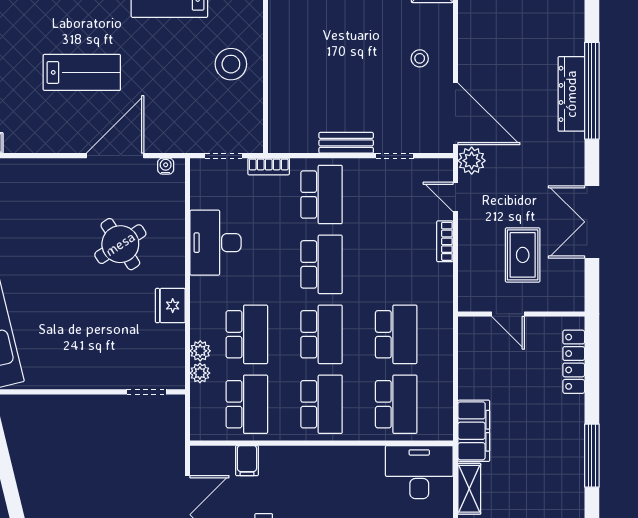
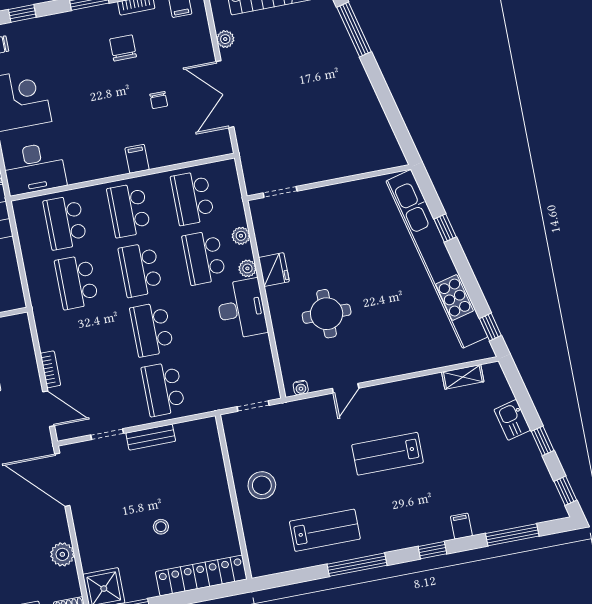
stool: (420, 58) -> (161, 527), moved
door: (115, 156) -> (346, 388), width x0.53
plant: (472, 161) -> (62, 554), moved
bookcase: (269, 166) -> (213, 404), removed
door: (455, 197) -> (49, 409), width x1.38
desk: (215, 243) -> (241, 309), moved
round table: (120, 244) -> (327, 314), turned 33
plant: (200, 373) -> (247, 268), moved
filing cabinet: (247, 461) -> (137, 159), moved

